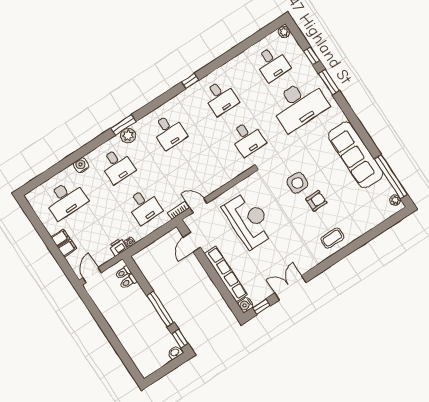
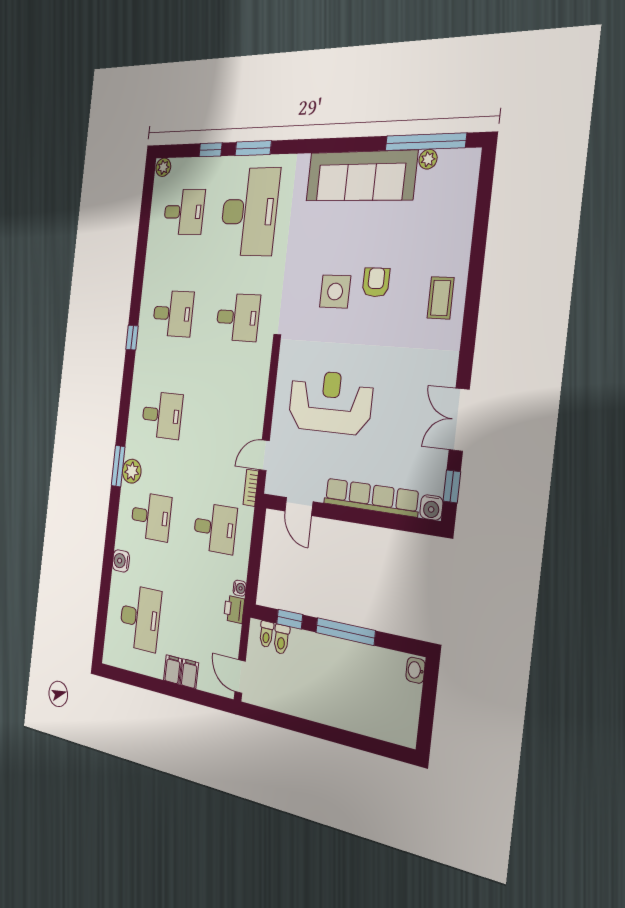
plant: (395, 200) -> (428, 159), moved
window: (180, 339) -> (290, 619), moved

